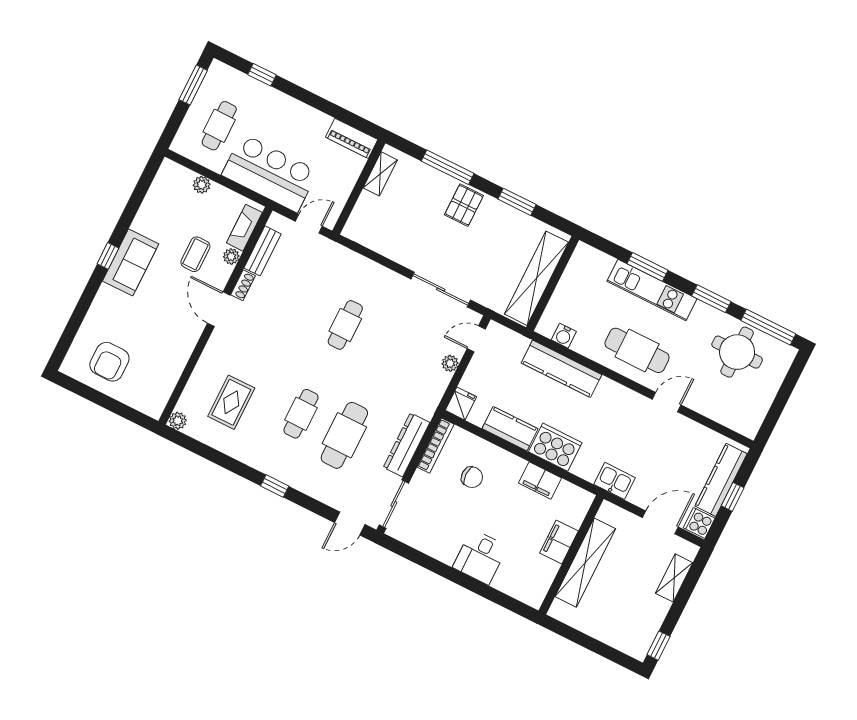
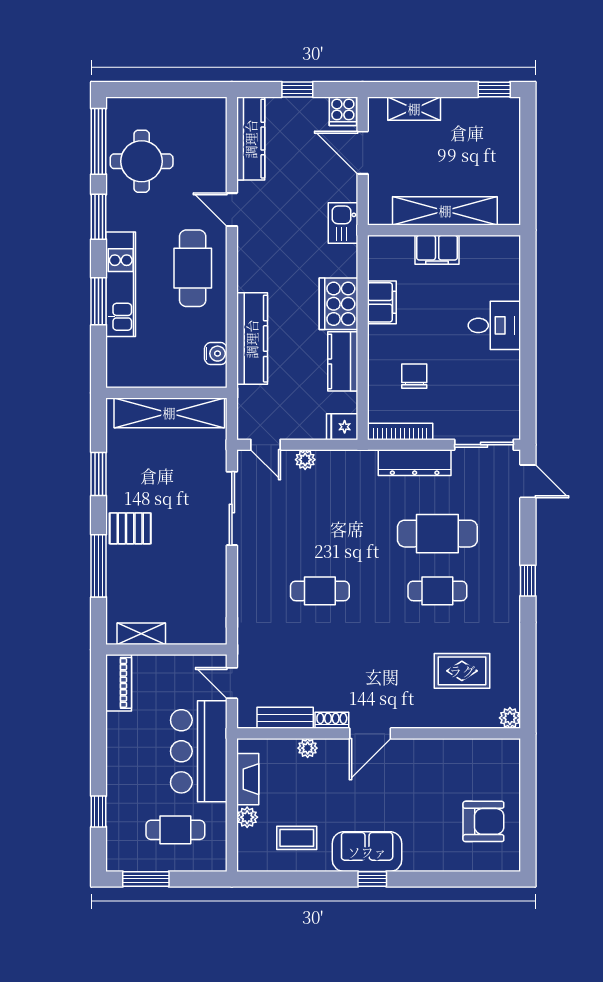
fireplace: (244, 228) -> (248, 779), moved, turned -90
coffee table: (195, 254) -> (297, 838), moved
kitchen counter: (721, 480) -> (251, 139), moved, turned -90

